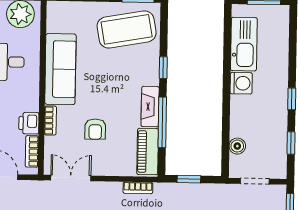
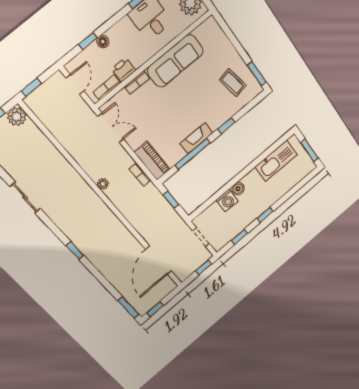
coffee table: (127, 29) -> (233, 83), width x0.54, depth x0.58
washing machine: (241, 83) -> (227, 201), moved
armchair: (95, 129) -> (155, 116), removed
boiler: (237, 146) -> (238, 189), moved
piano: (148, 152) -> (152, 161), moved, turned 90

